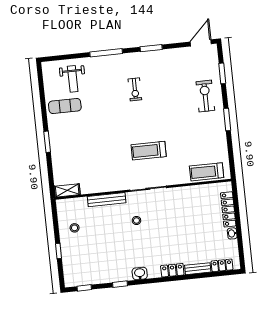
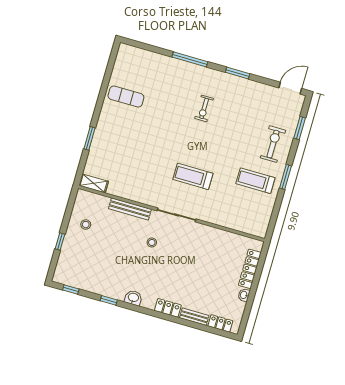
weight bench: (73, 79) -> (145, 72), removed
window: (47, 142) -> (90, 138), moved
treadmill: (207, 172) -> (255, 181), moved

